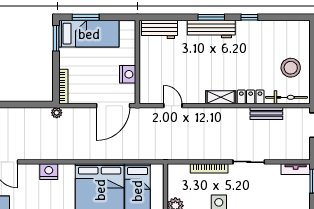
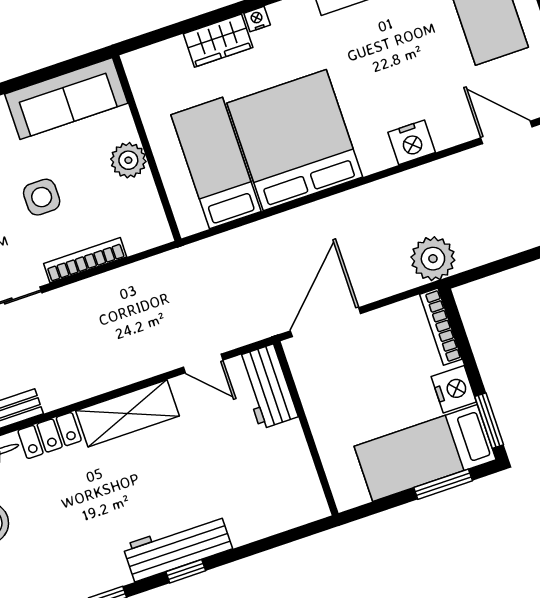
window: (211, 17) -> (186, 571), width x0.67
workbench: (159, 29) -> (267, 387), moved, turned -90
nightstand: (128, 74) -> (454, 389), moved, turned 180
shelving: (221, 97) -> (128, 413), width x1.50, depth x1.33
plant: (57, 113) -> (433, 259), width x1.88, depth x1.88

